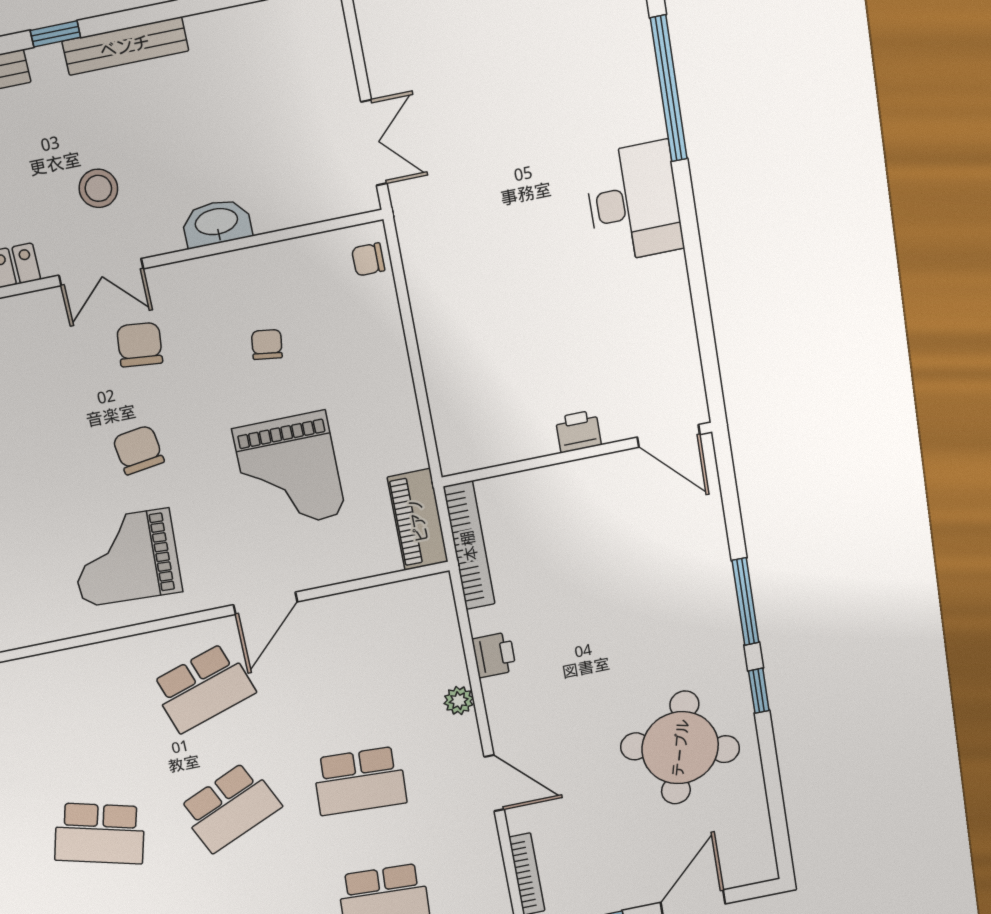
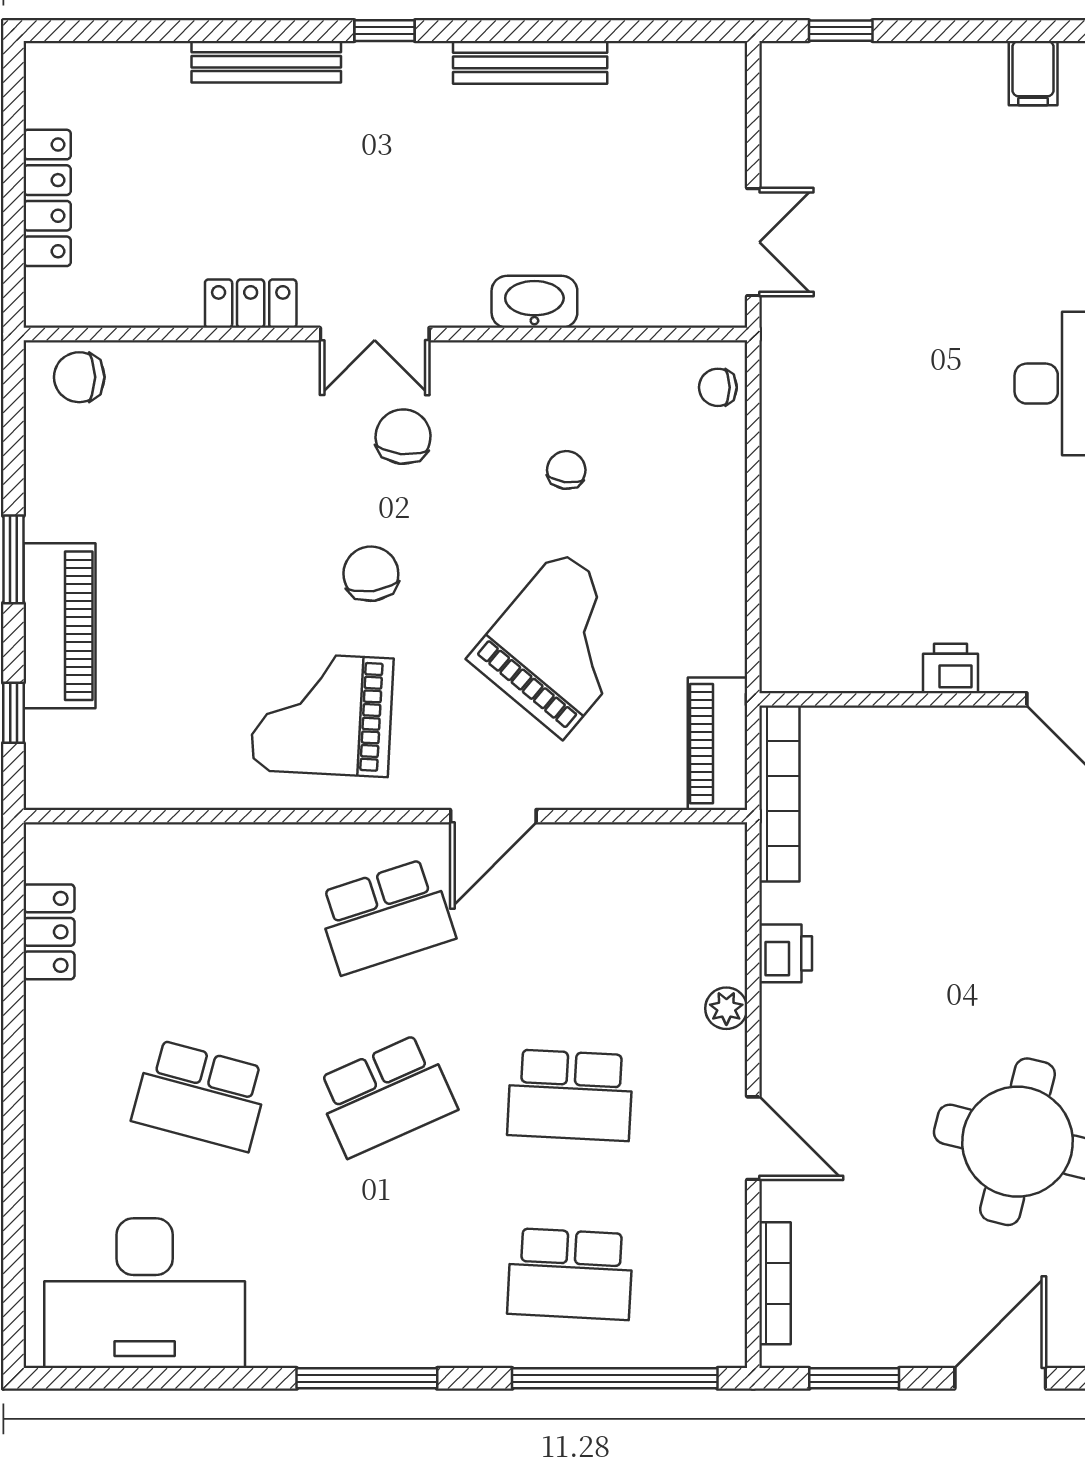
bench: (125, 46) -> (530, 62), moved
stool: (98, 188) -> (395, 229), removed
grand piano: (289, 472) -> (561, 644), turned -140

